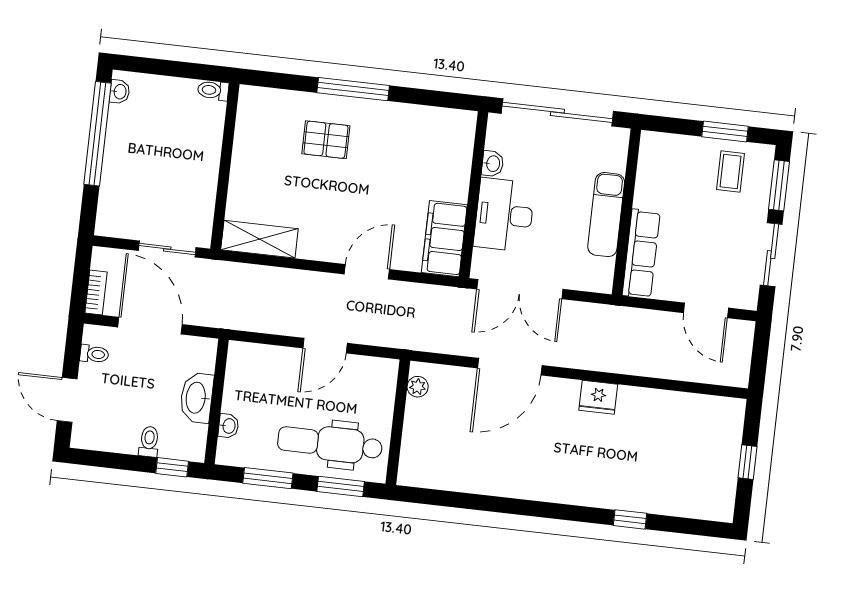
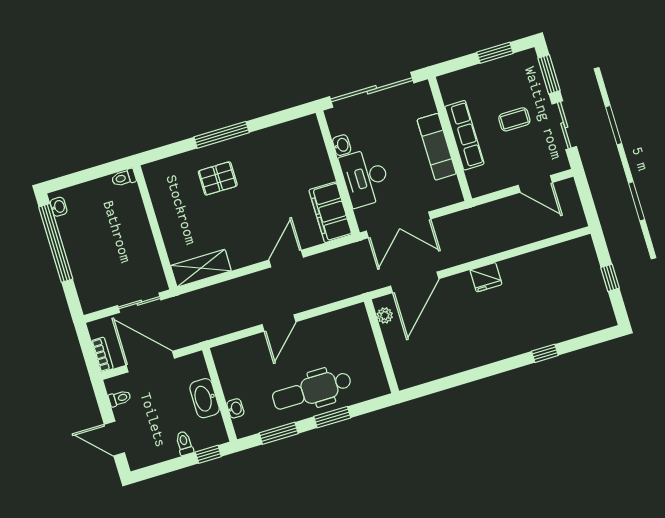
coffee table: (730, 171) -> (514, 119), moved, turned 90
row of seats: (641, 254) -> (464, 135), moved
plant: (418, 387) -> (385, 315), moved
wall: (398, 422) -> (382, 346), moved

